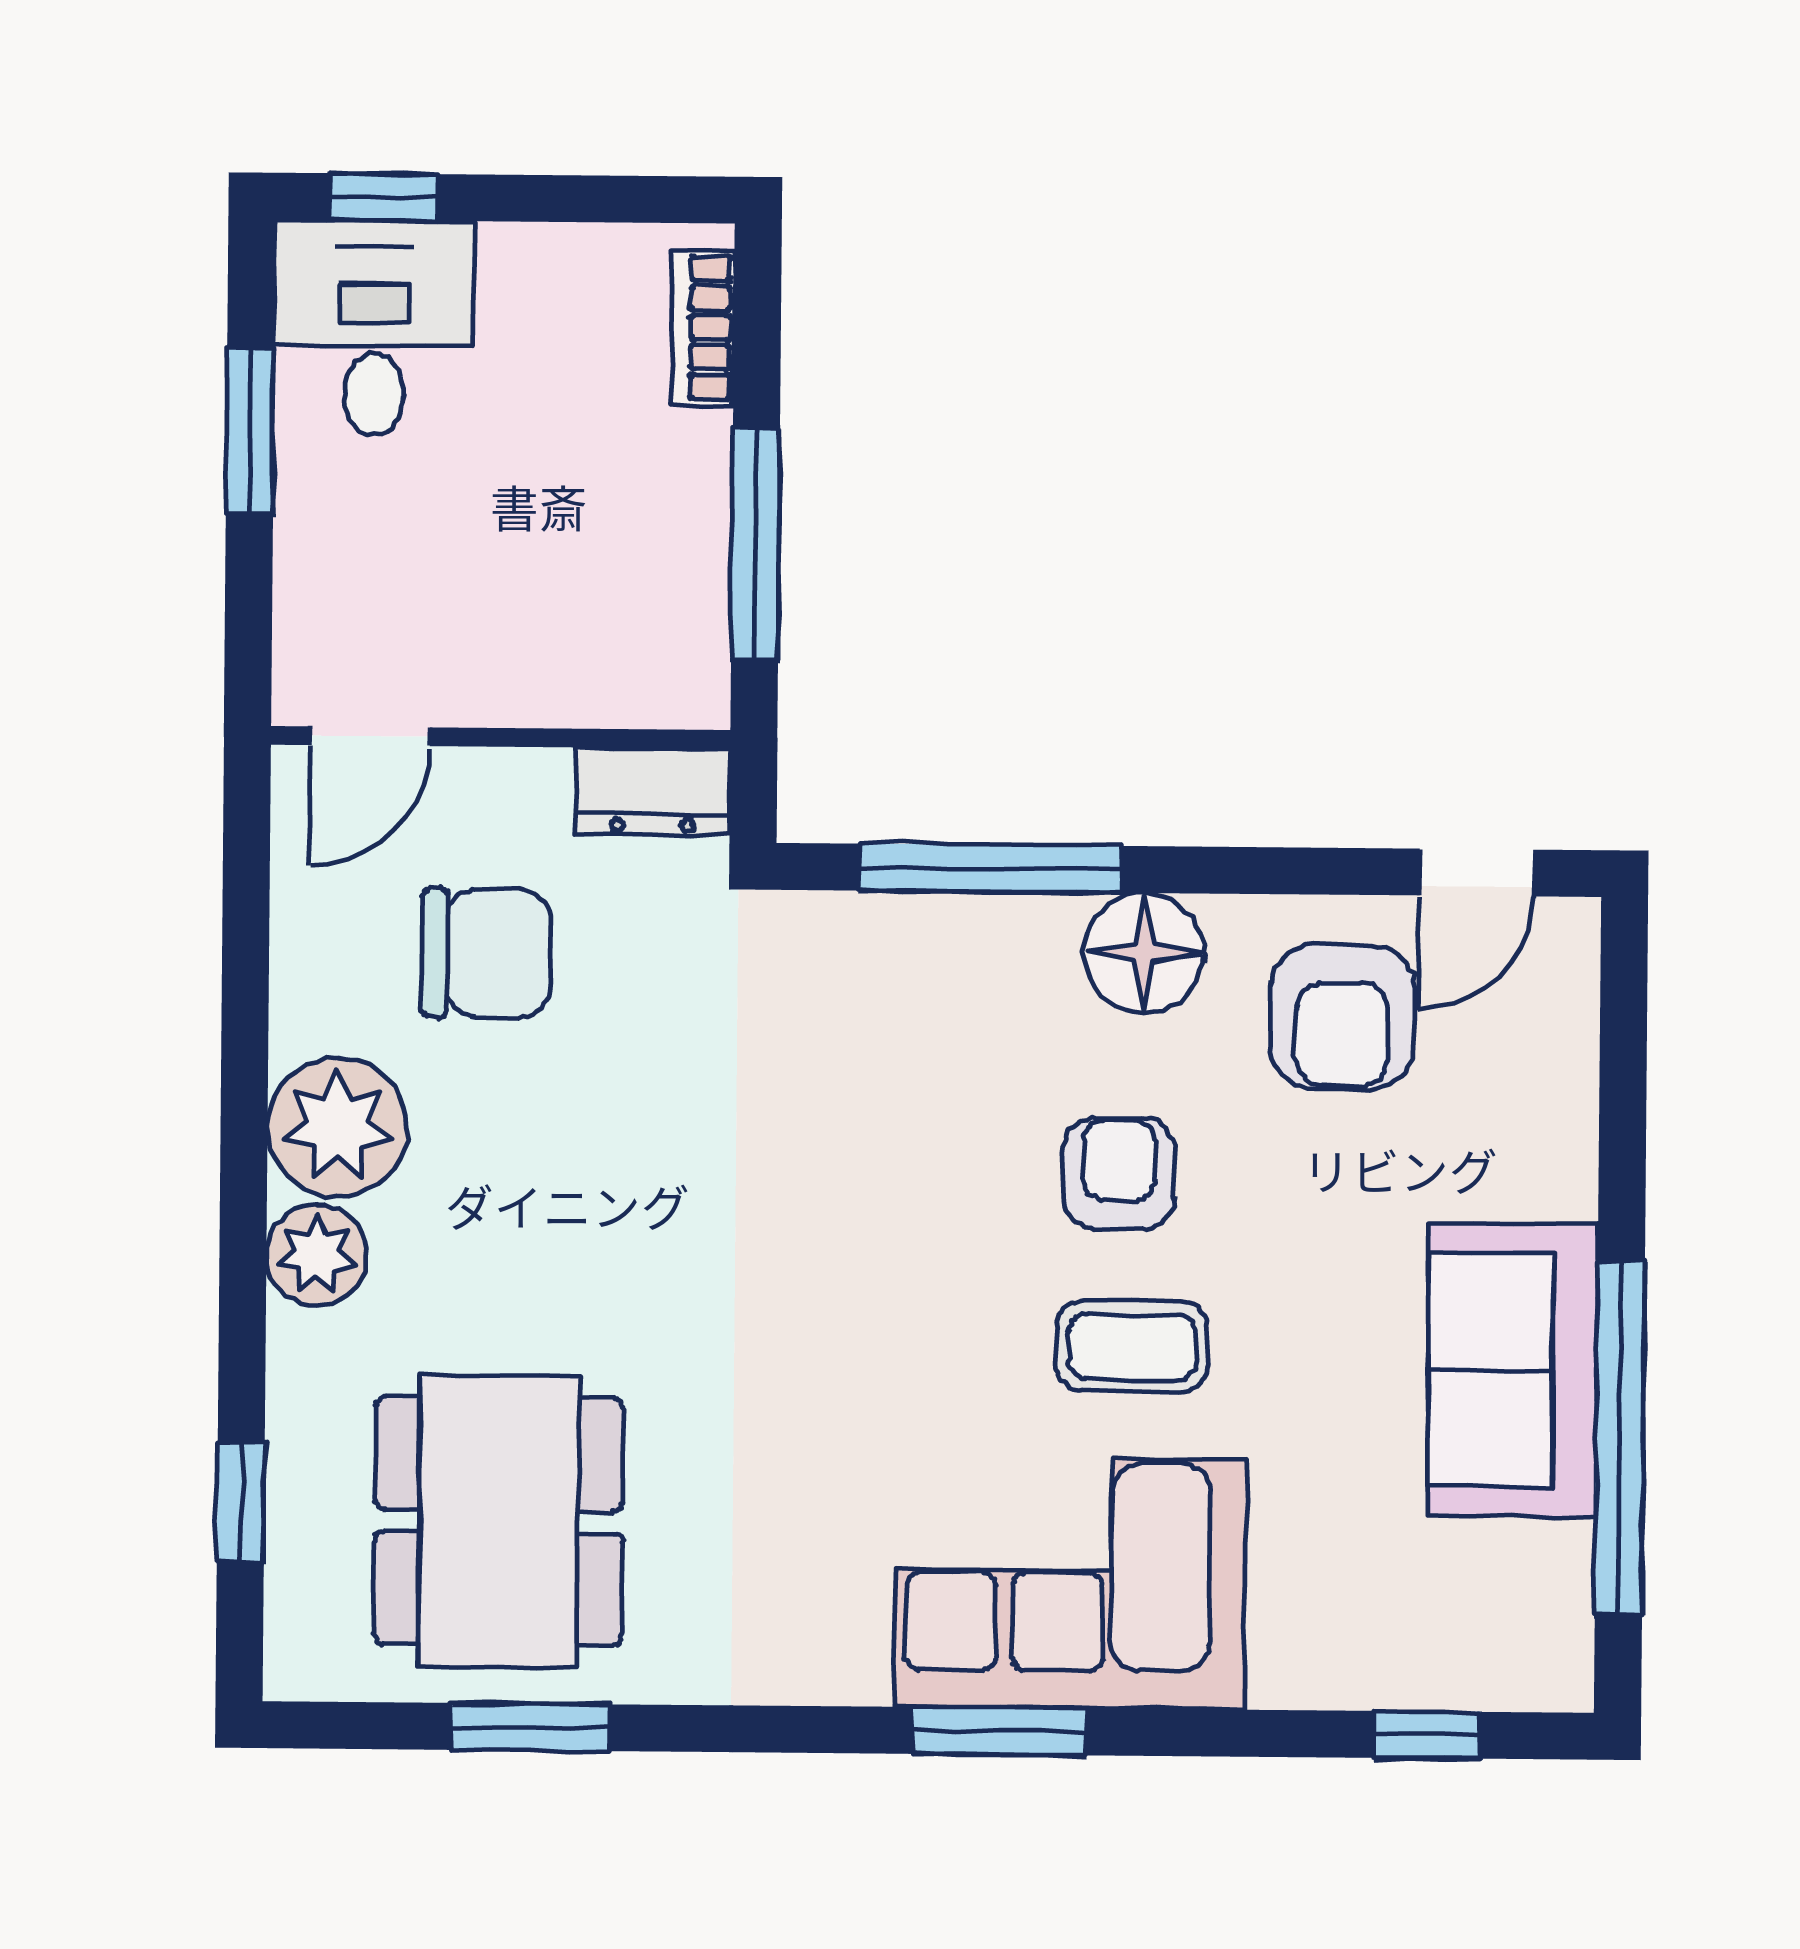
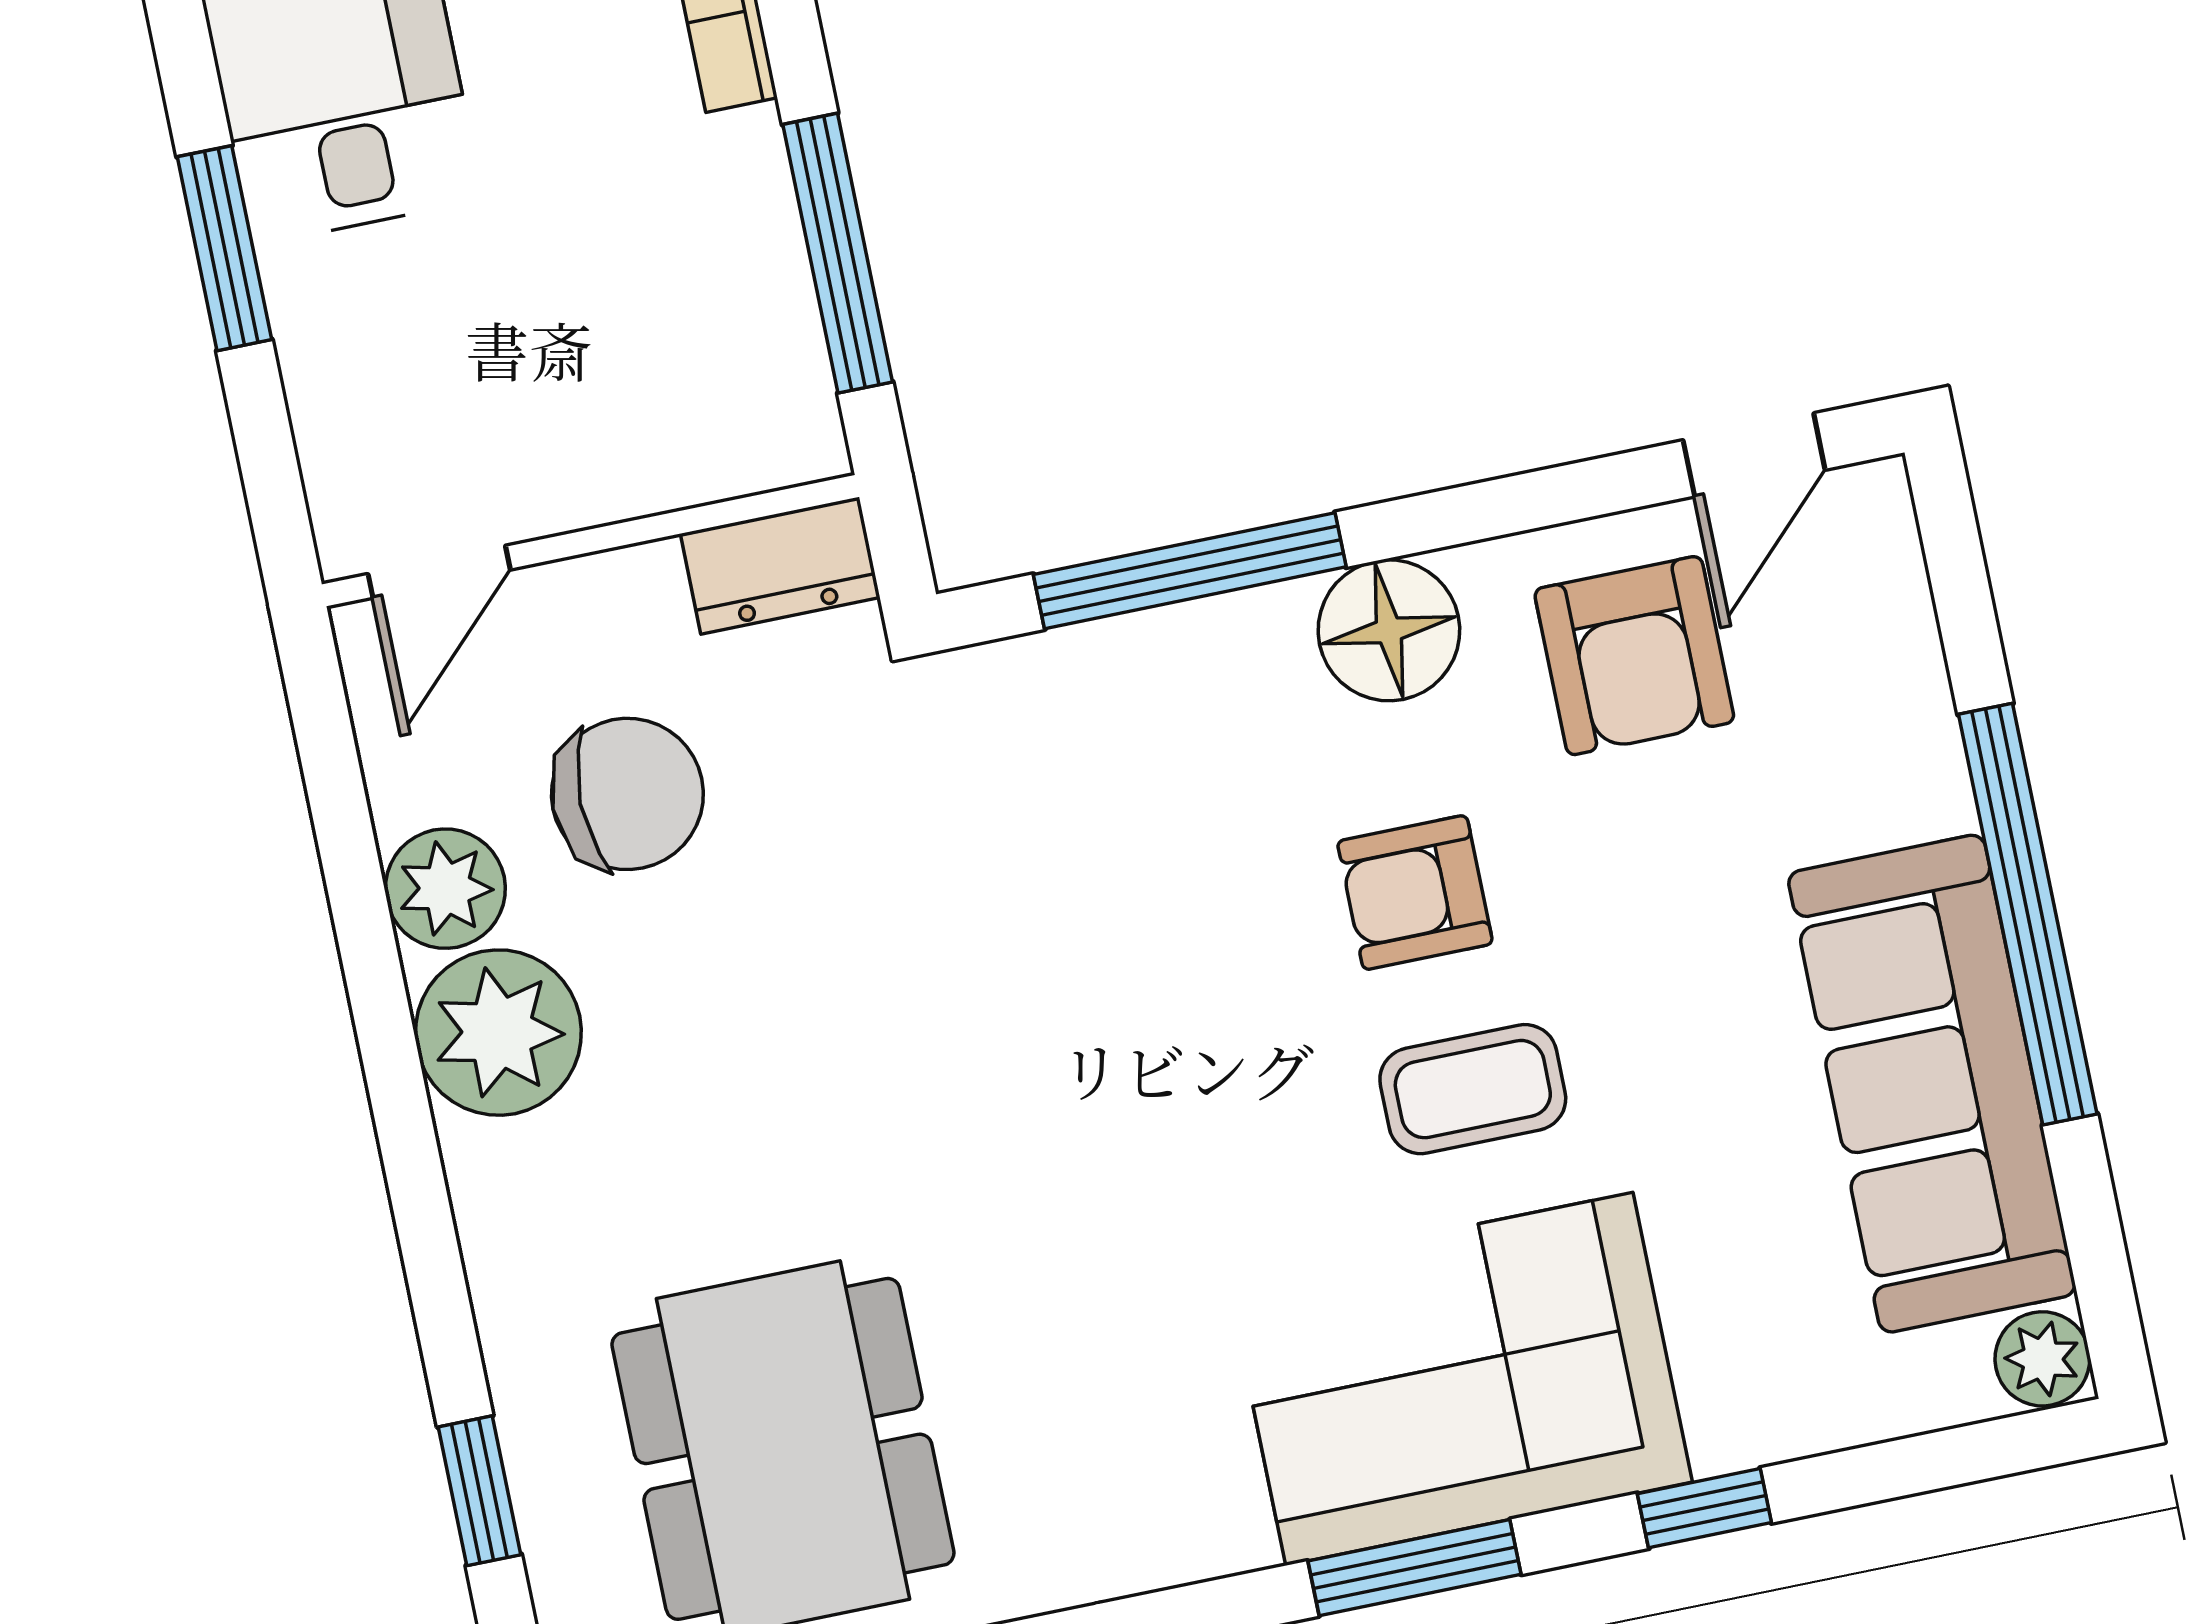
armchair: (1119, 1174) -> (1415, 893), turned -90
plant: (317, 1255) -> (445, 889), moved
sofa: (1512, 1370) -> (1932, 1084), width x1.36
window: (1620, 1438) -> (2028, 914), moved
plant: (1554, 1670) -> (2042, 1359), added
window: (1427, 1735) -> (1704, 1508), moved

